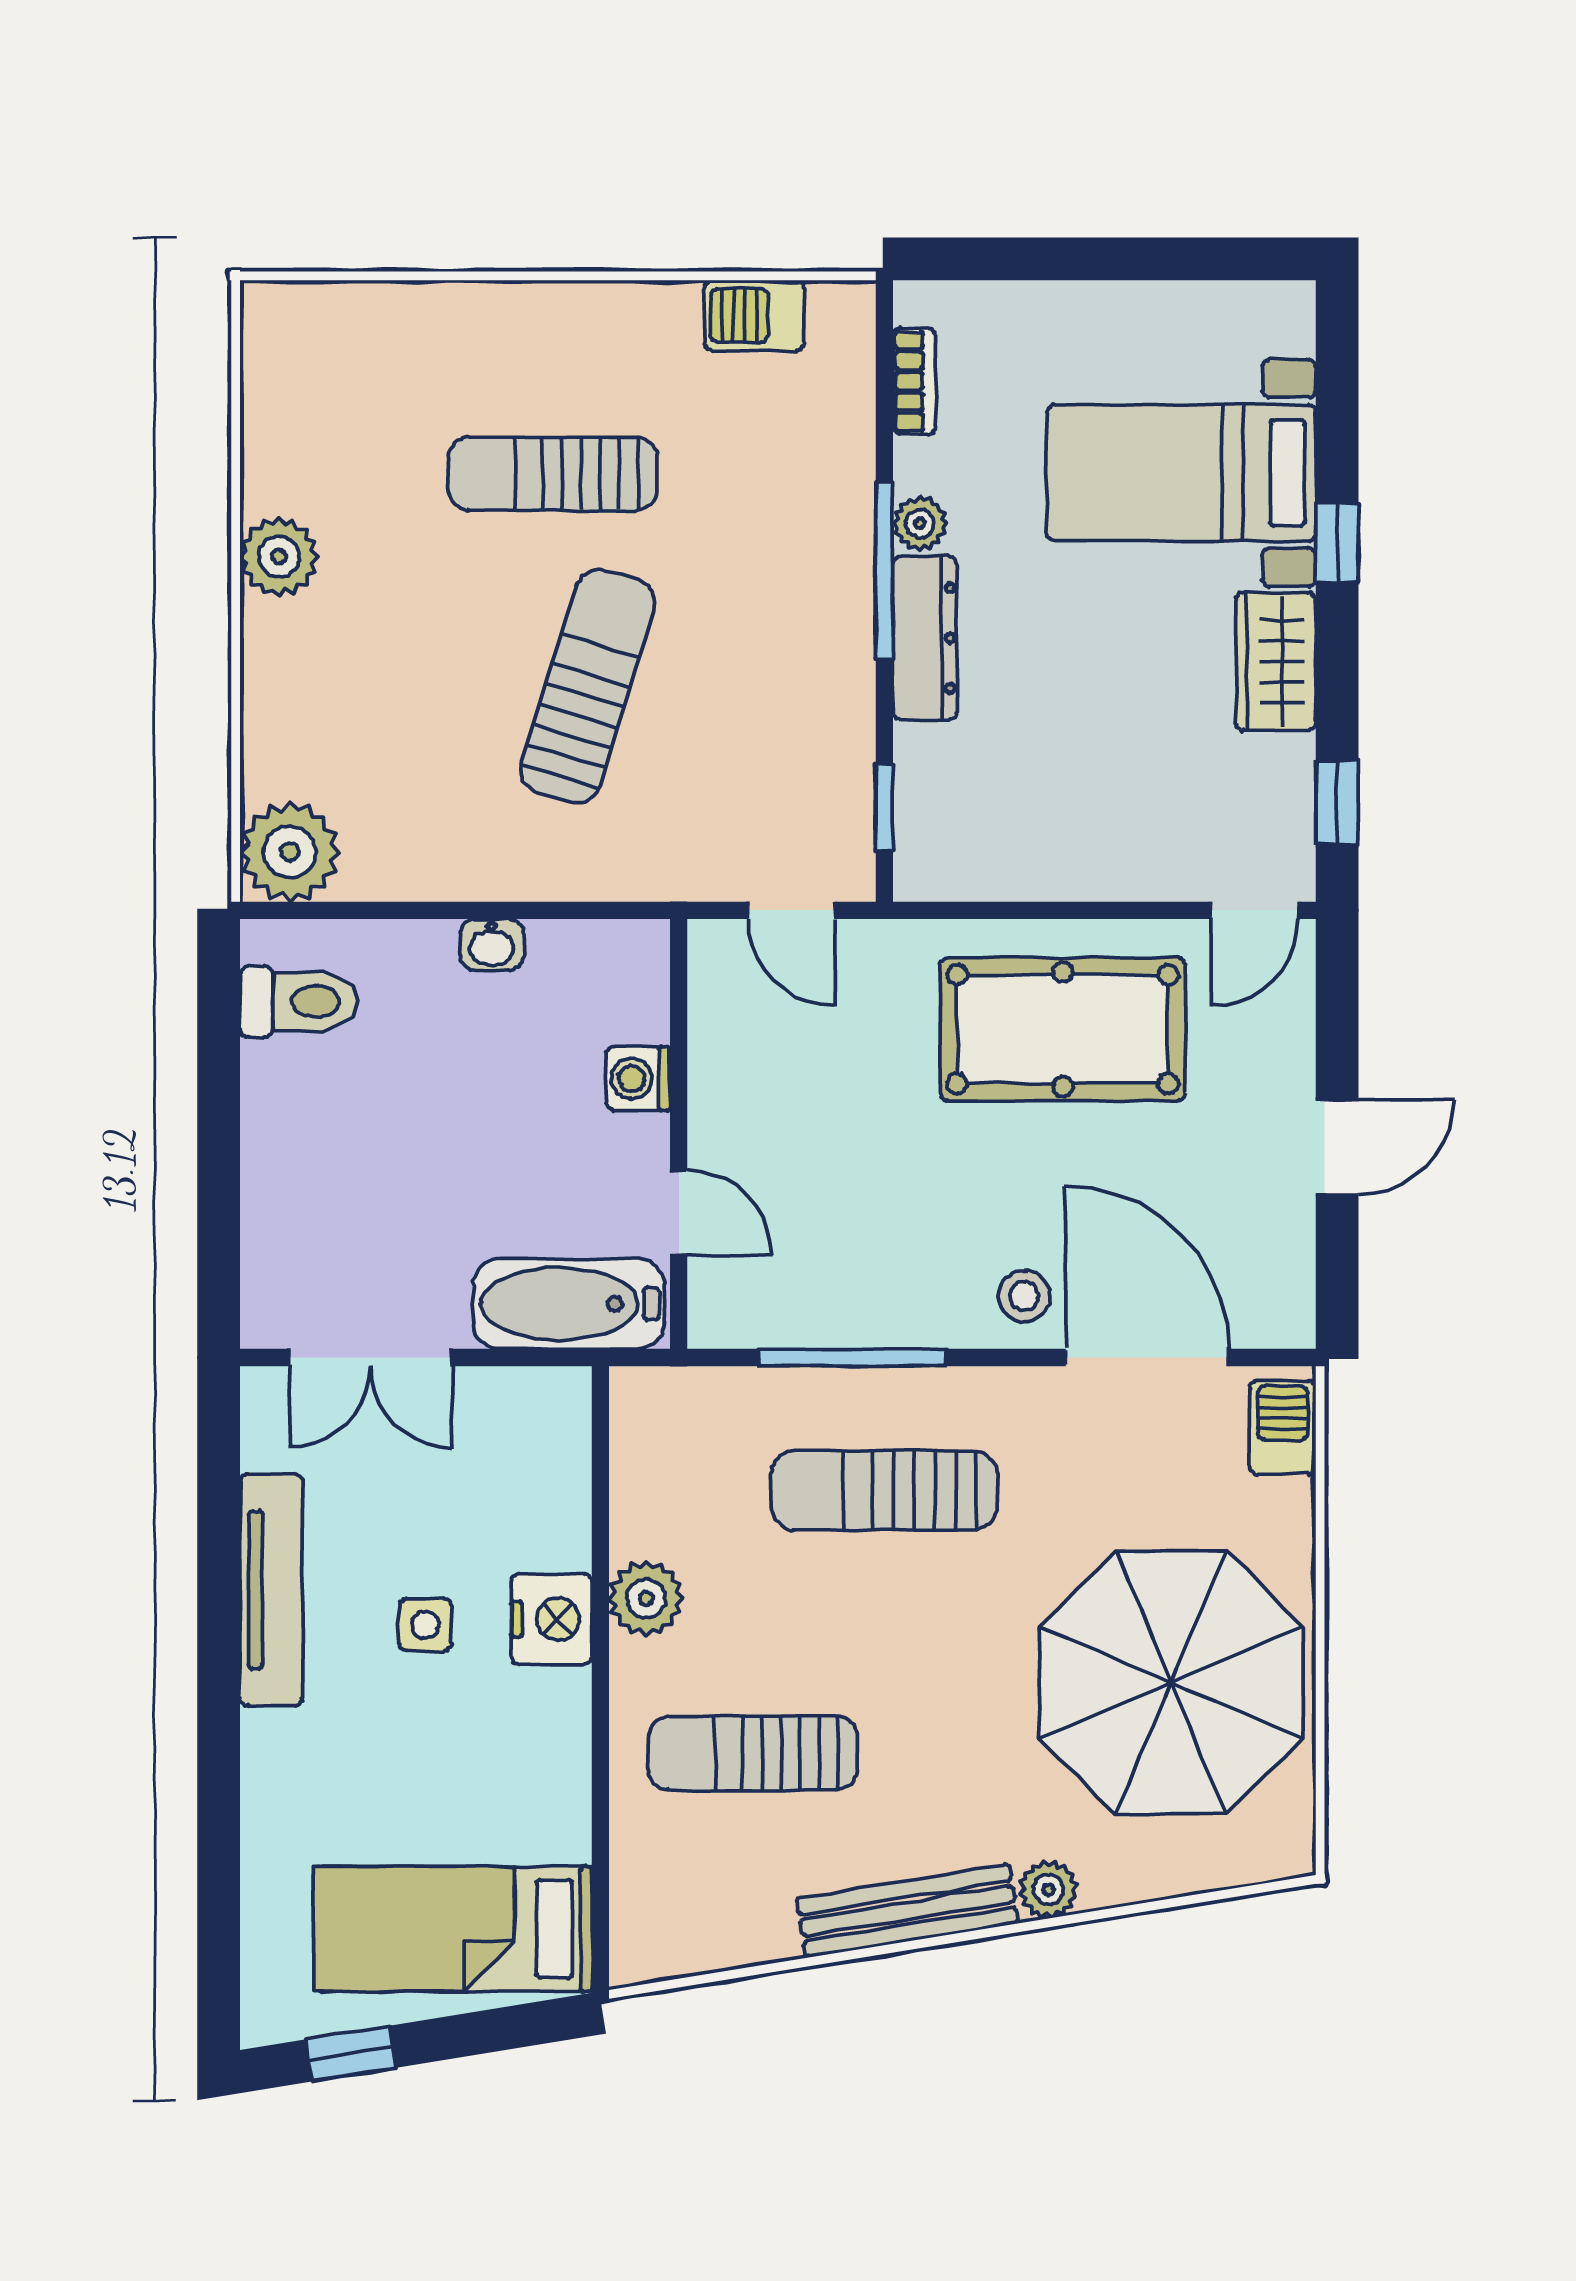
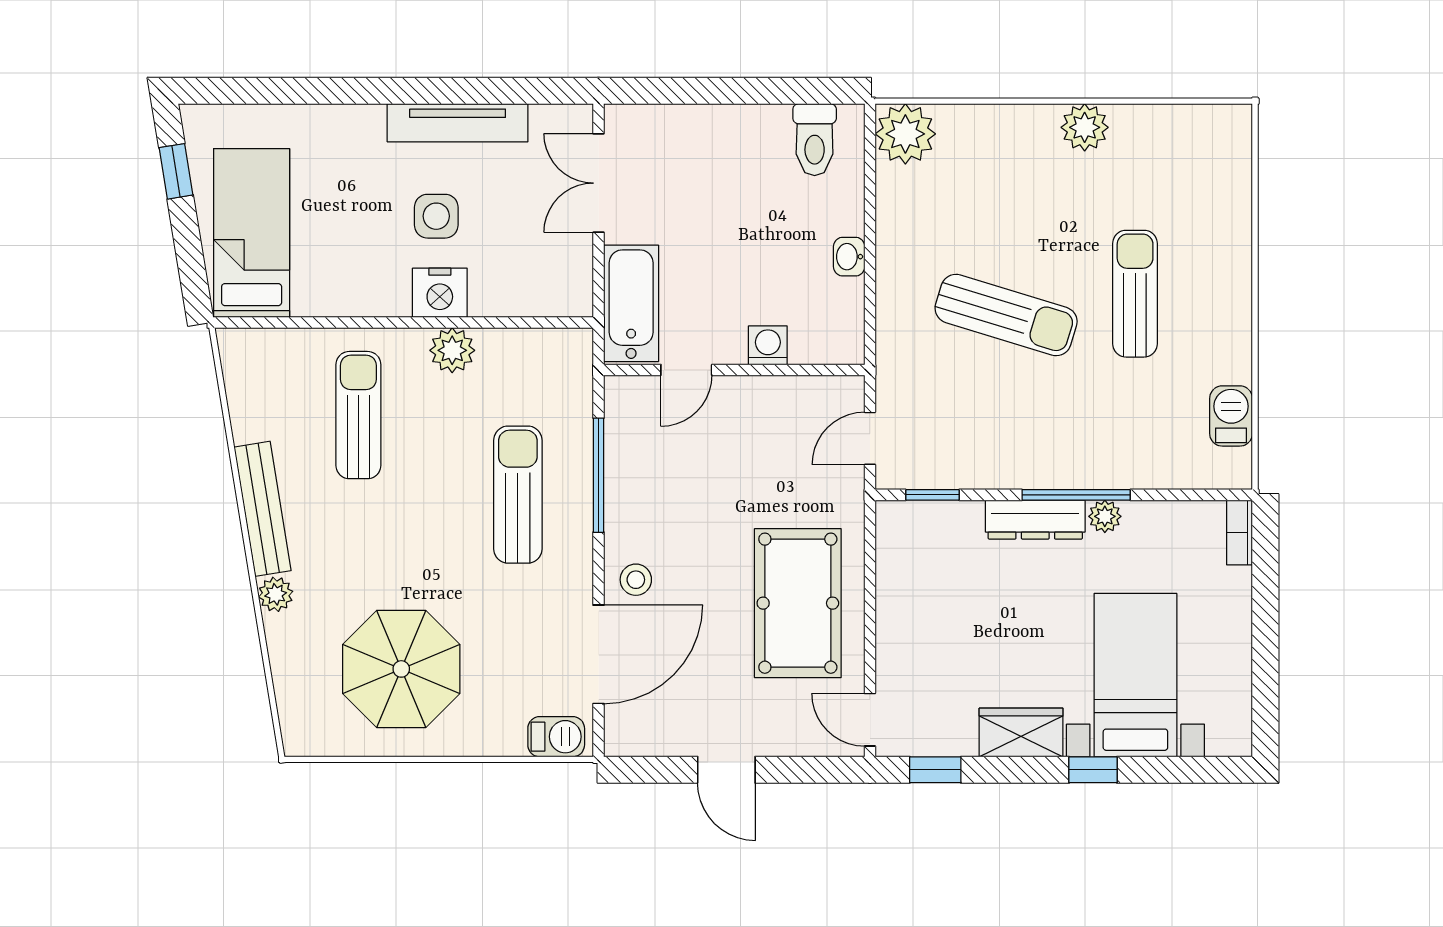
bookcase: (914, 381) -> (1240, 532), moved, turned 90
side table: (425, 1625) -> (436, 216), width x1.37, depth x1.37
parasol: (1171, 1682) -> (401, 669), width x0.73, depth x0.73

